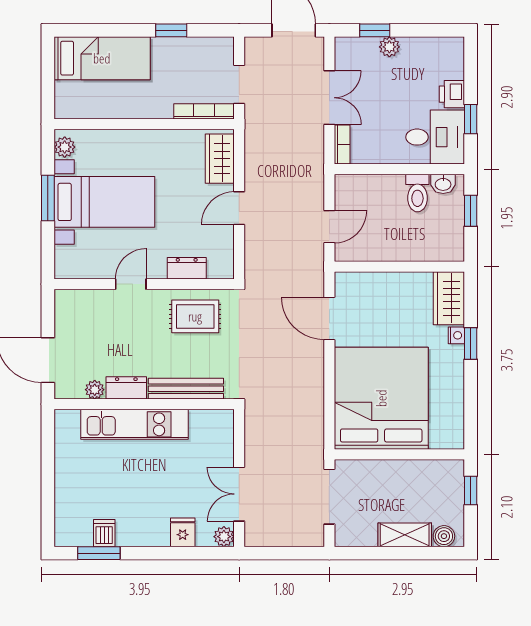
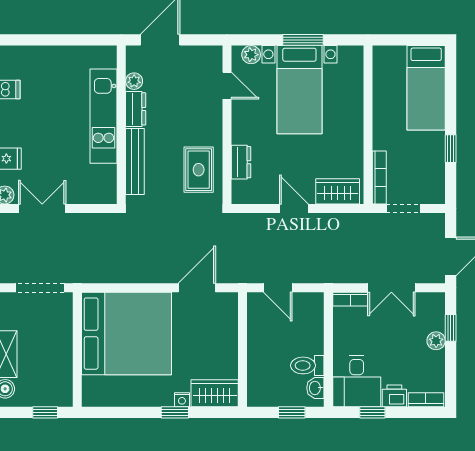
bookcase: (456, 58) -> (426, 400), added
plant: (65, 147) -> (251, 55), moved
door: (131, 284) -> (227, 86), moved

